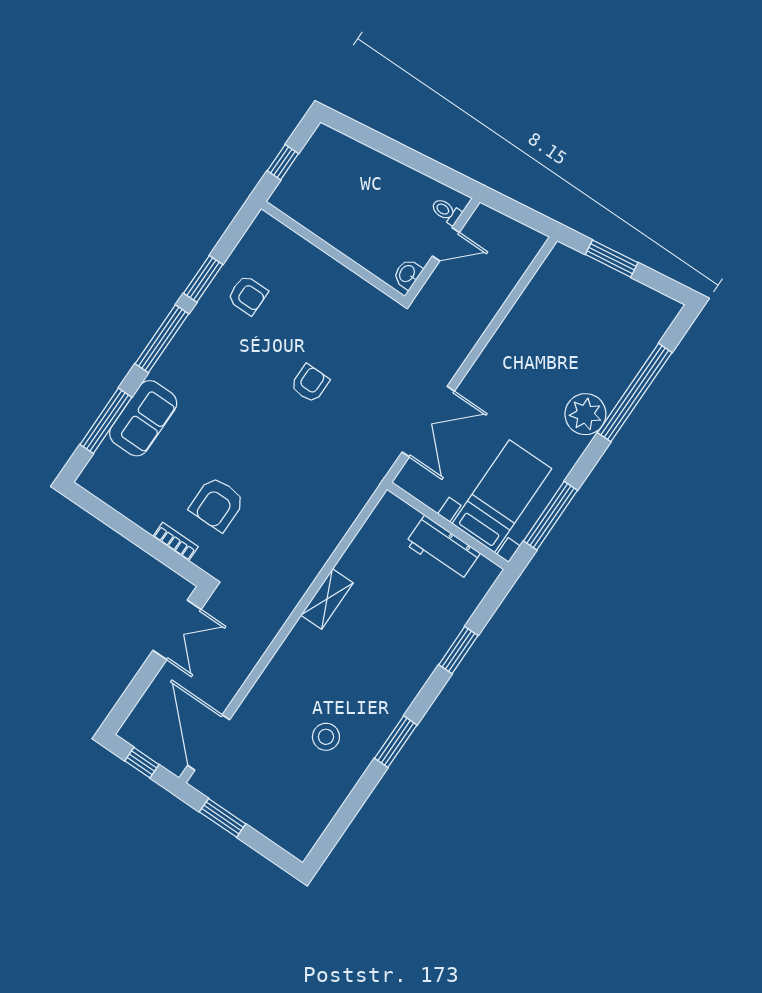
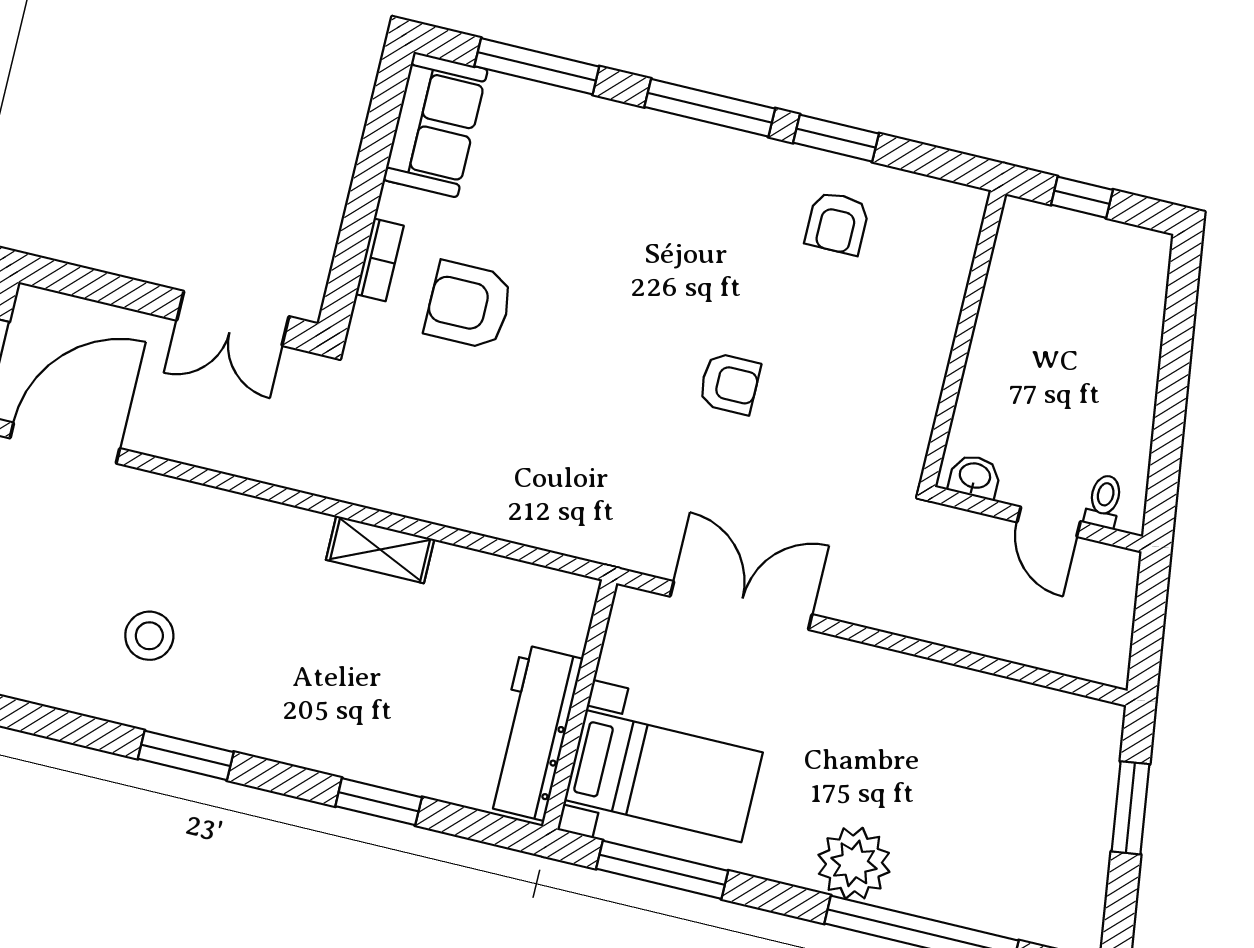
sofa: (143, 418) -> (435, 125), moved, turned -90
double door: (428, 422) -> (741, 605), swing flipped
workbench: (443, 548) -> (533, 733), width x1.38

